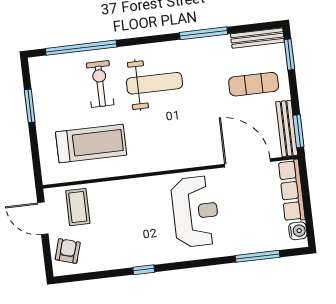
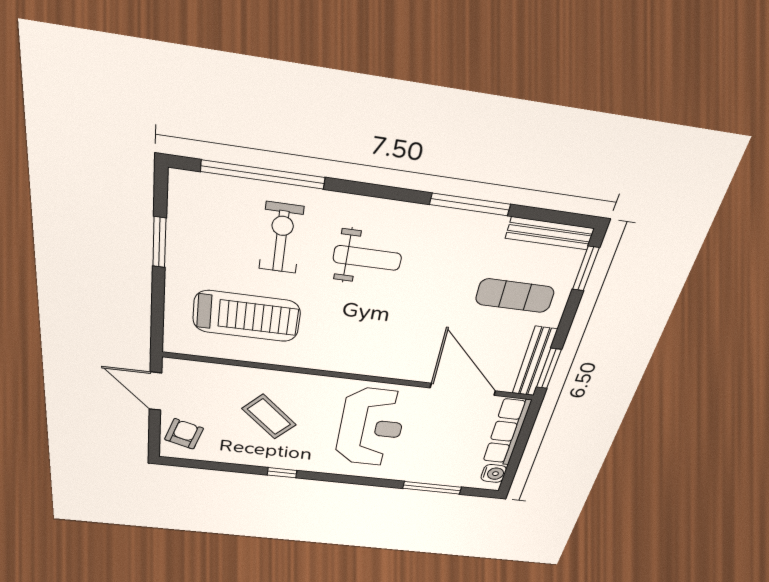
weight bench: (154, 83) -> (367, 258), width x0.73, depth x0.75
coffee table: (78, 207) -> (269, 417), moved, turned -47

